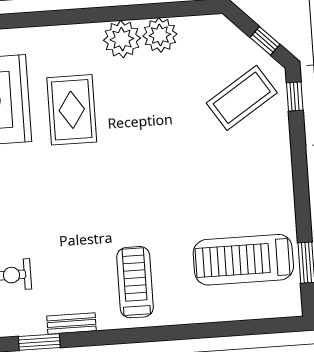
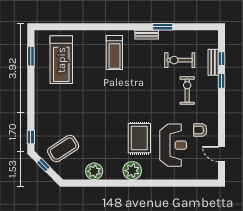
plant: (122, 39) -> (132, 171), moved
coffee table: (242, 98) -> (63, 149), moved
treadmill: (243, 260) -> (61, 60), turned 90

